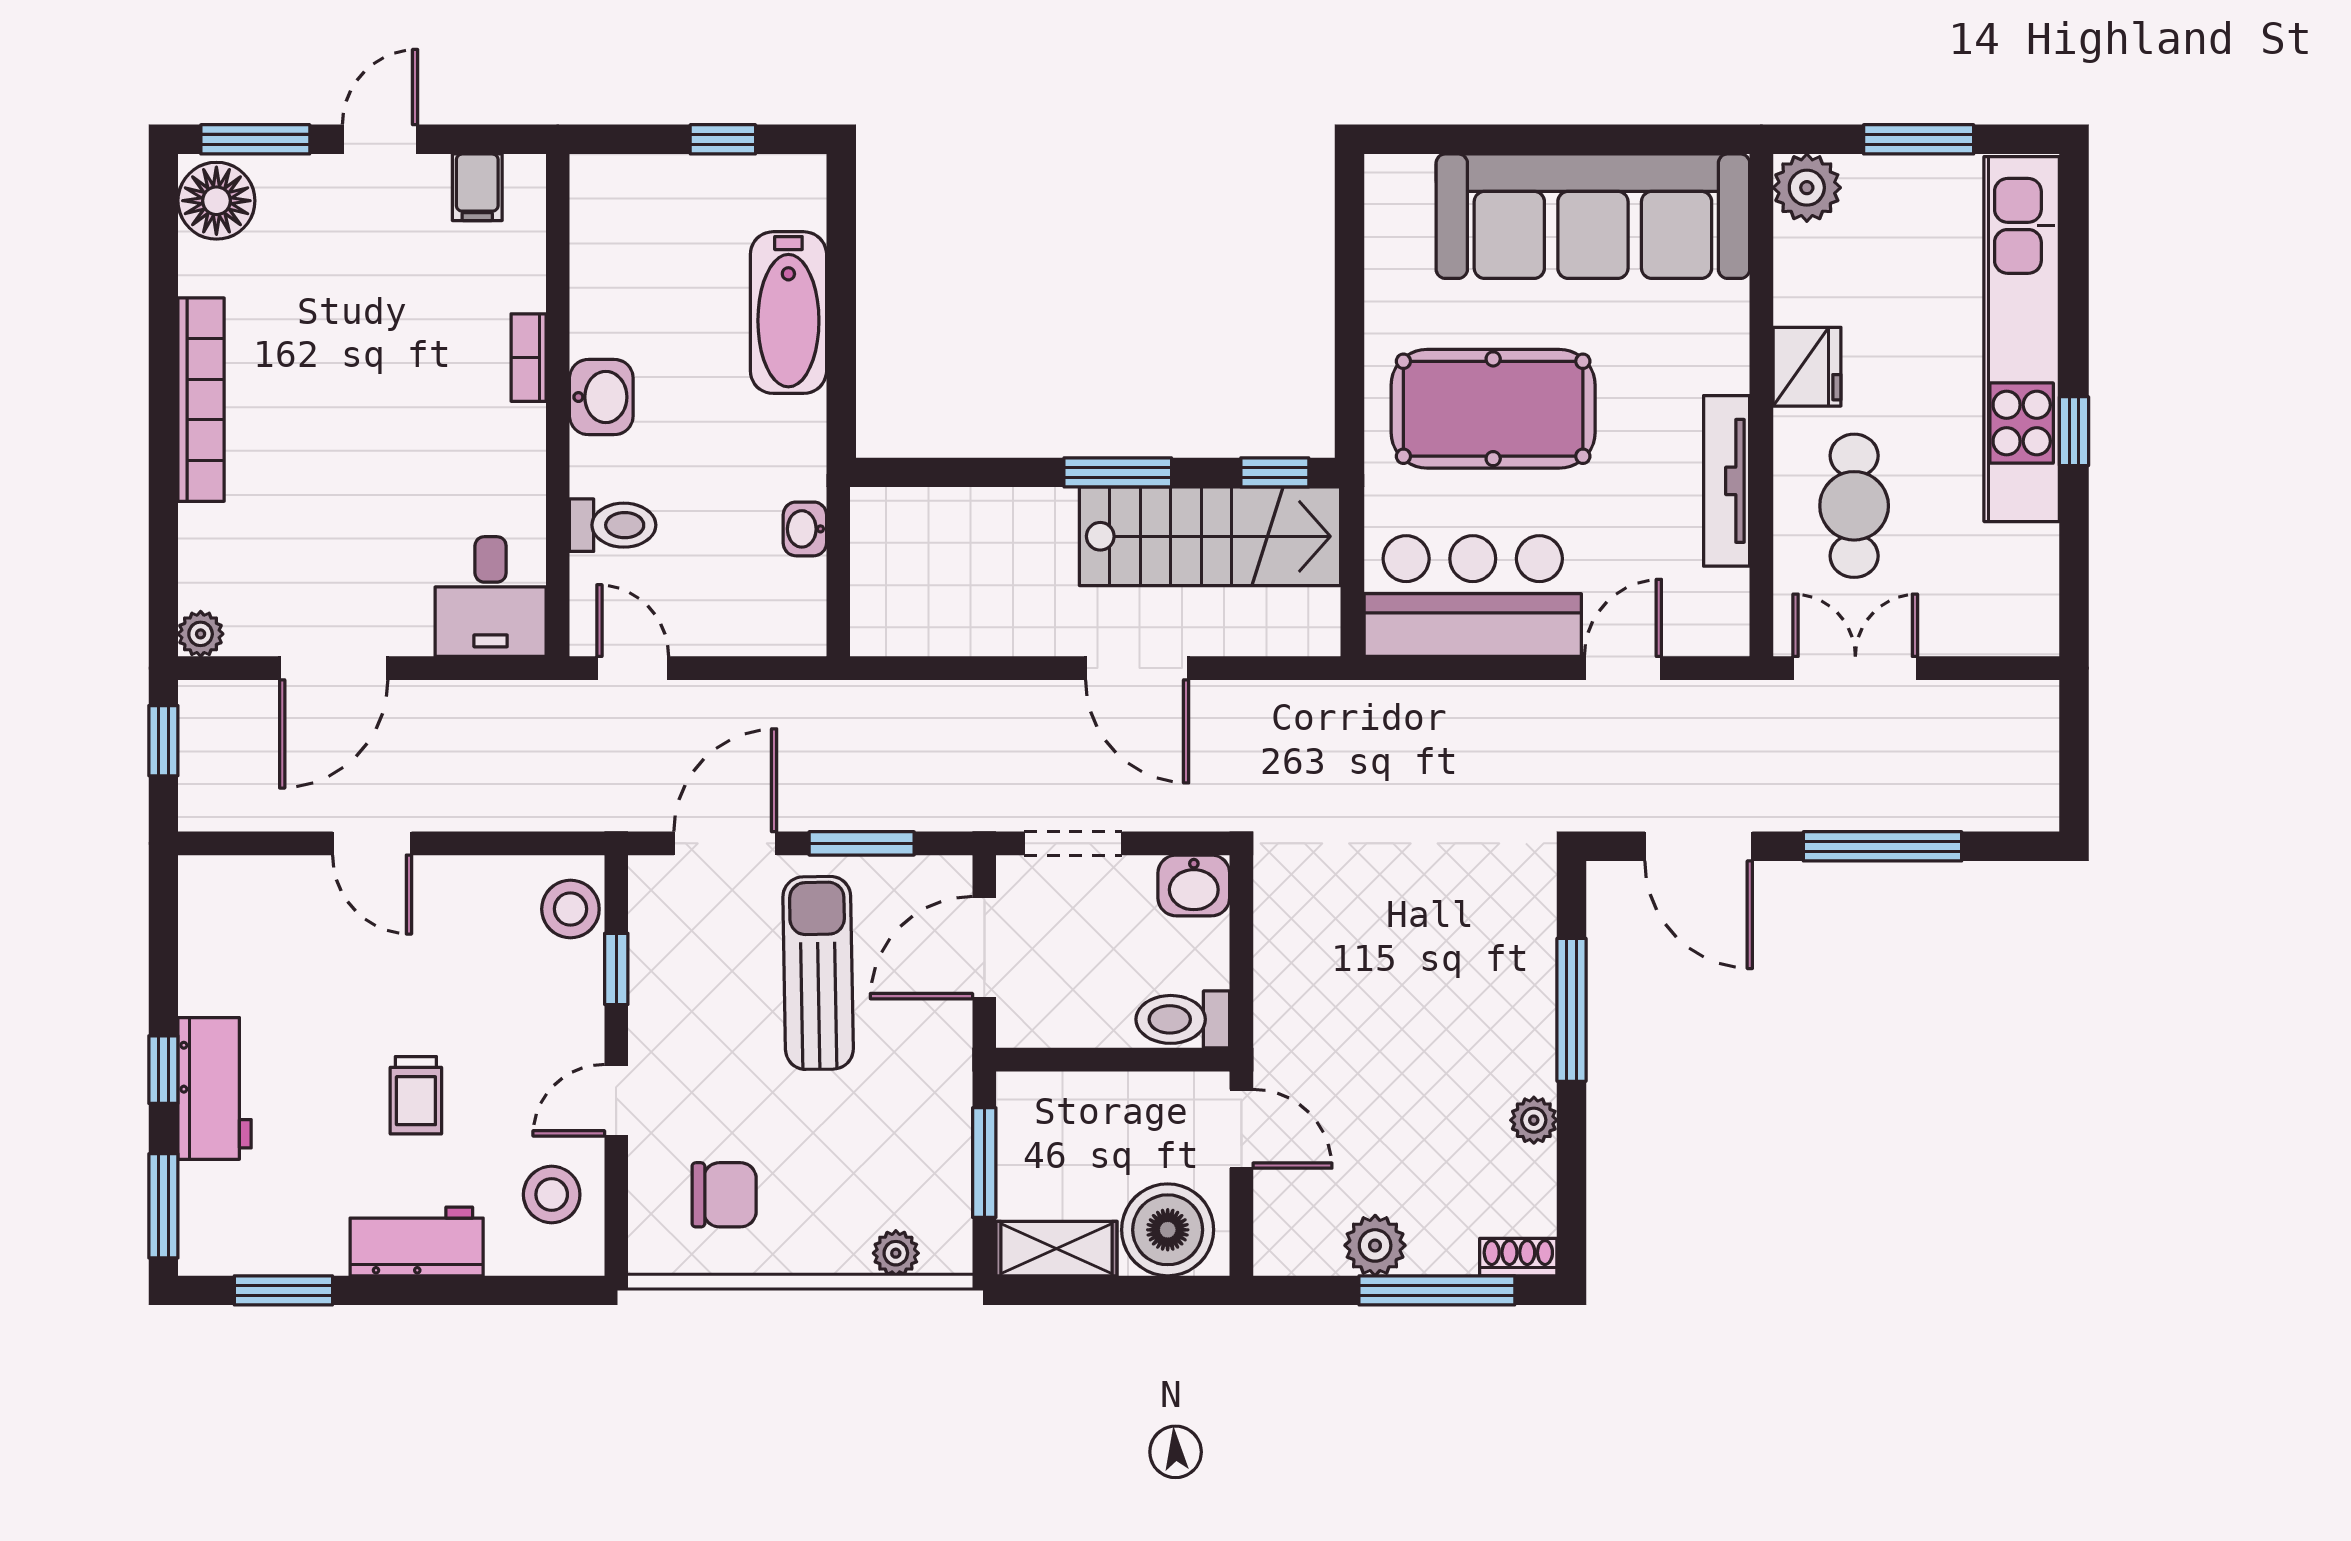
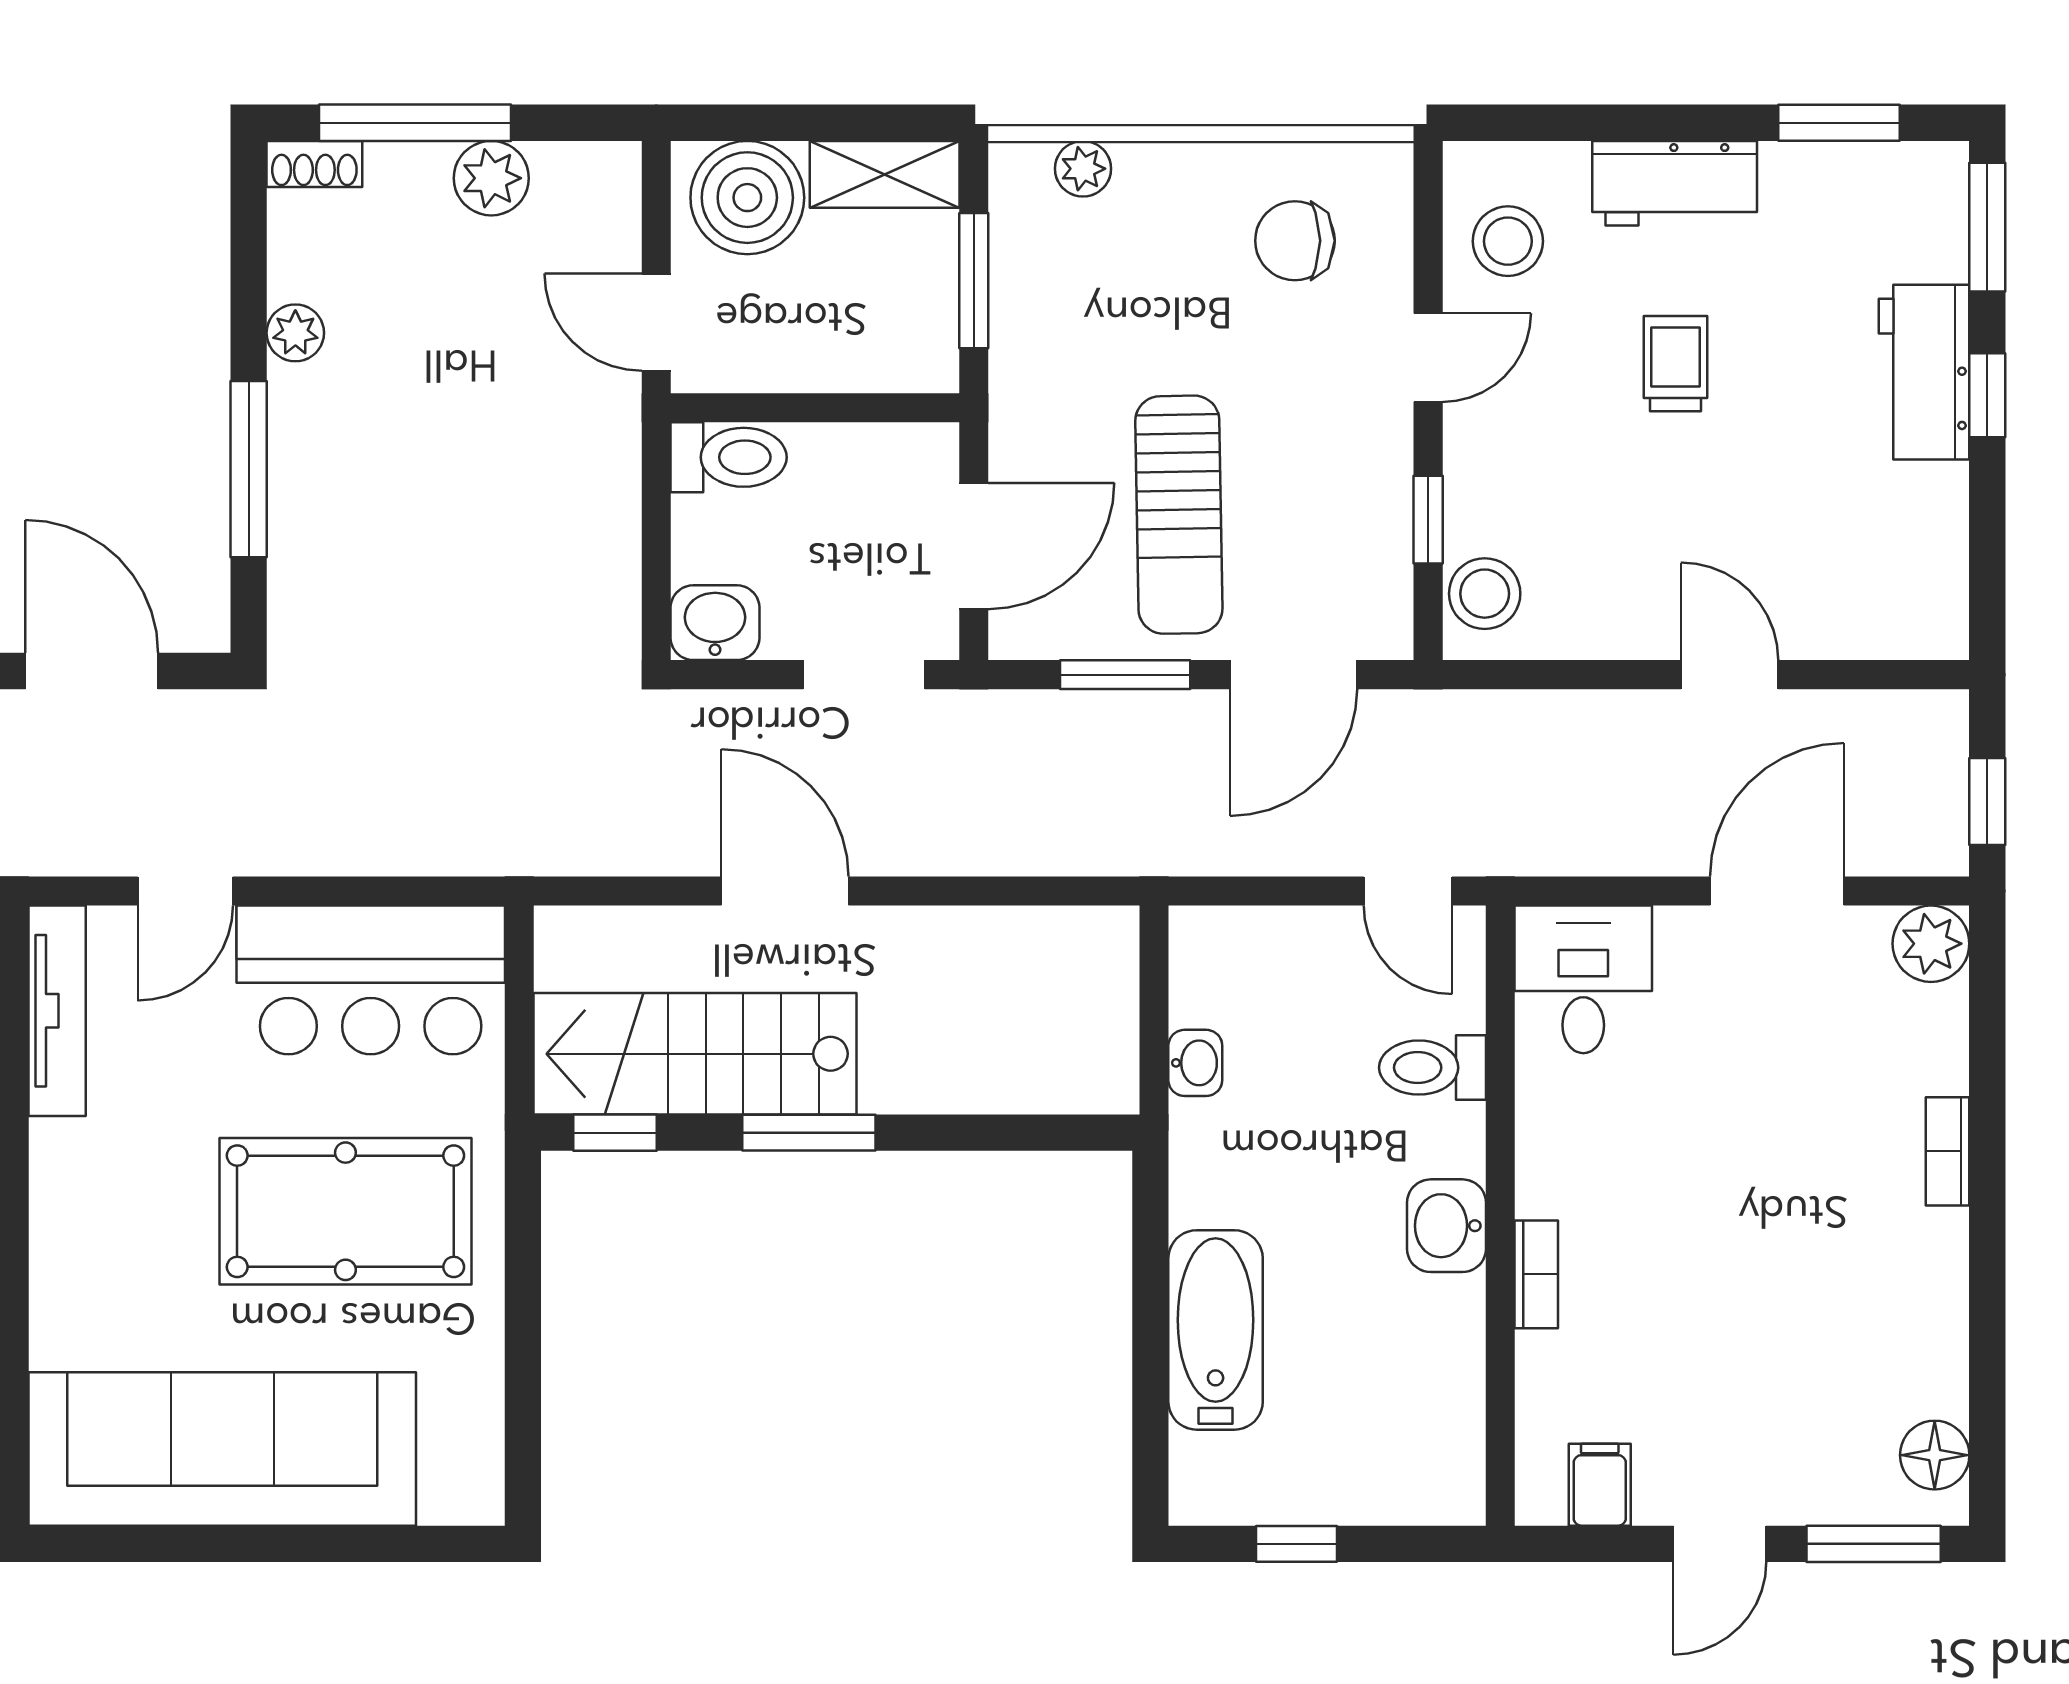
floor lamp: (216, 201) -> (1935, 1455), width x0.73, depth x0.73
bookcase: (201, 400) -> (1947, 1151), width x0.43, depth x0.76
tv unit: (1727, 481) -> (57, 1011), moved
plant: (201, 634) -> (1931, 944), width x1.38, depth x1.38

